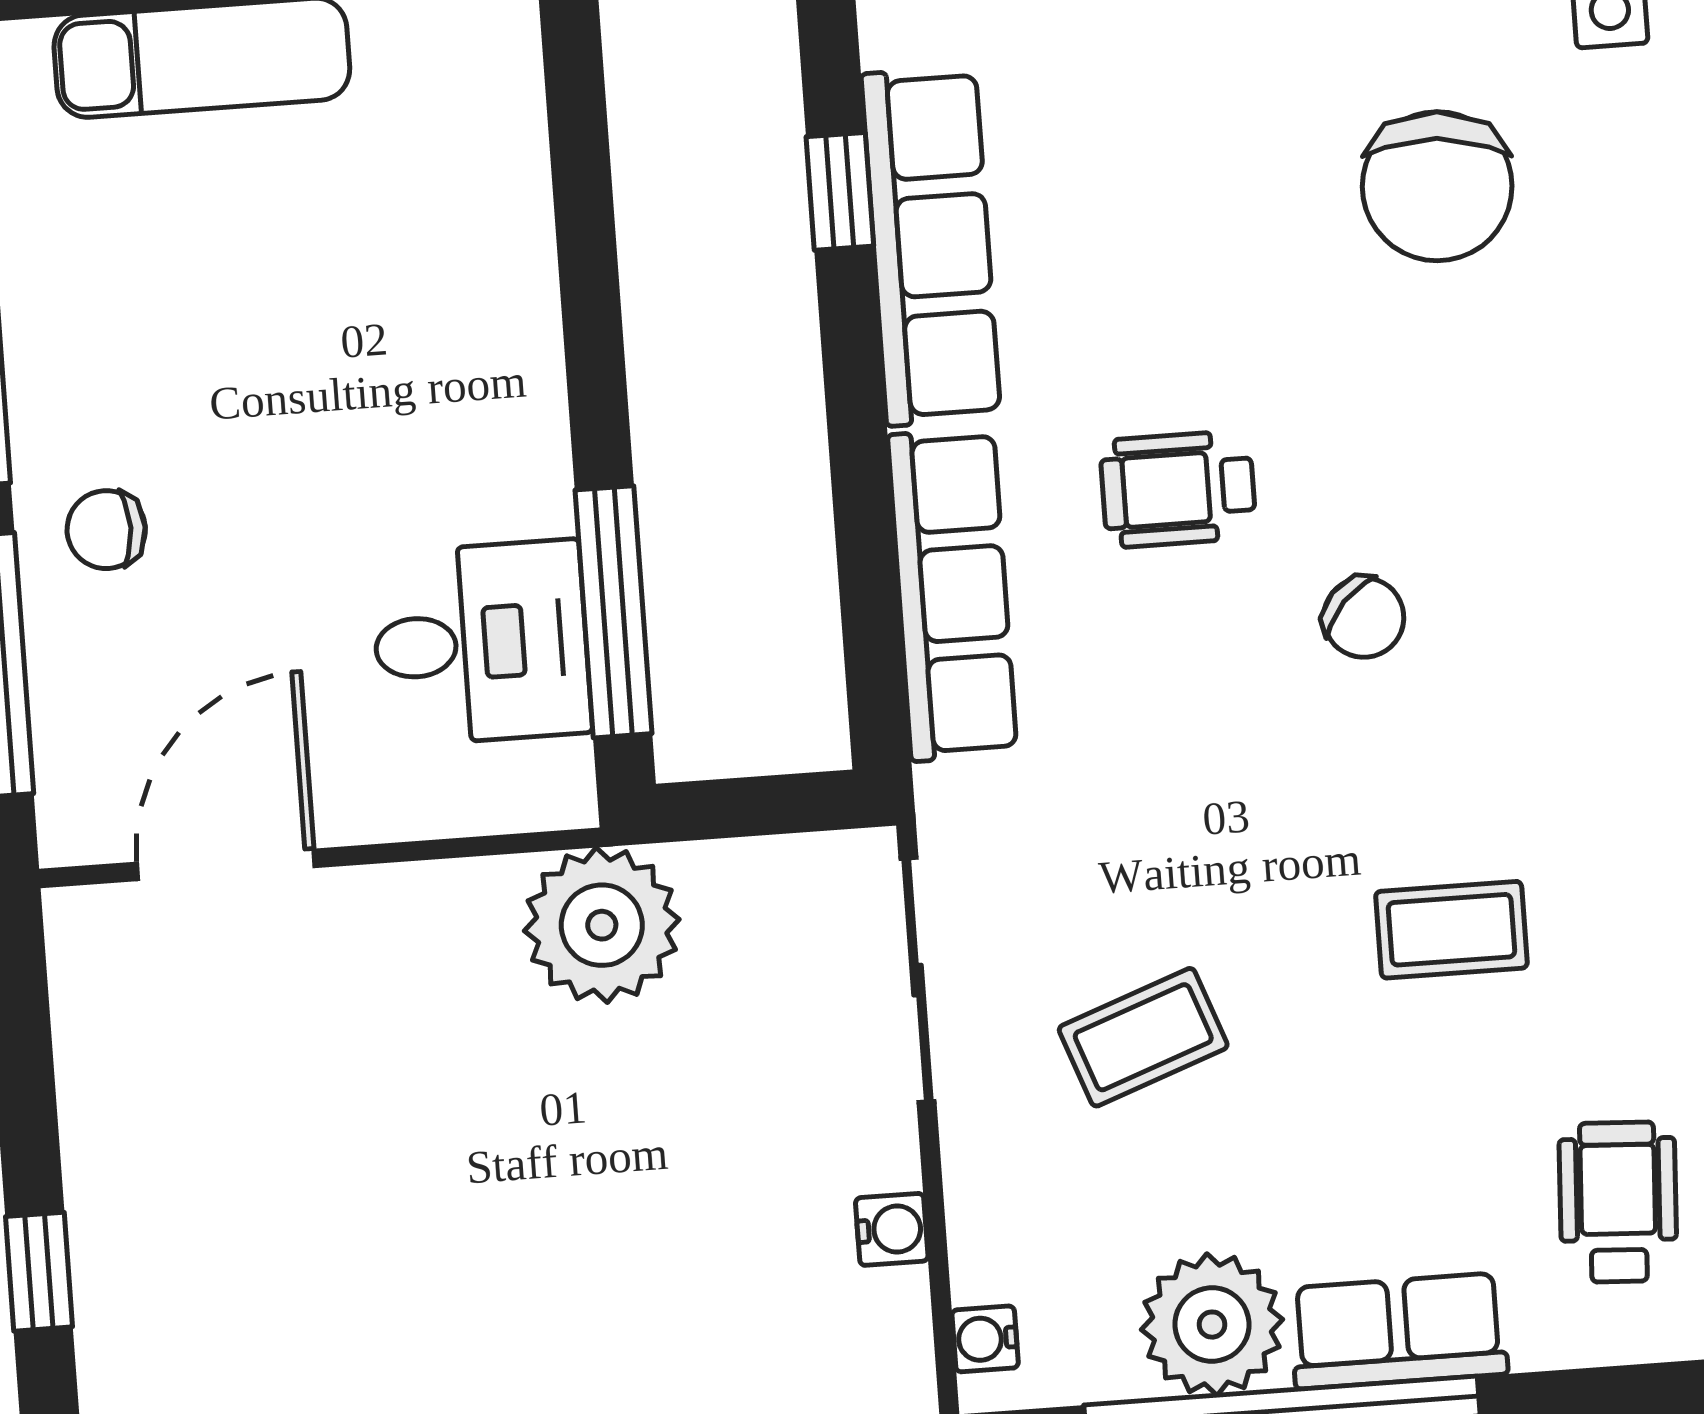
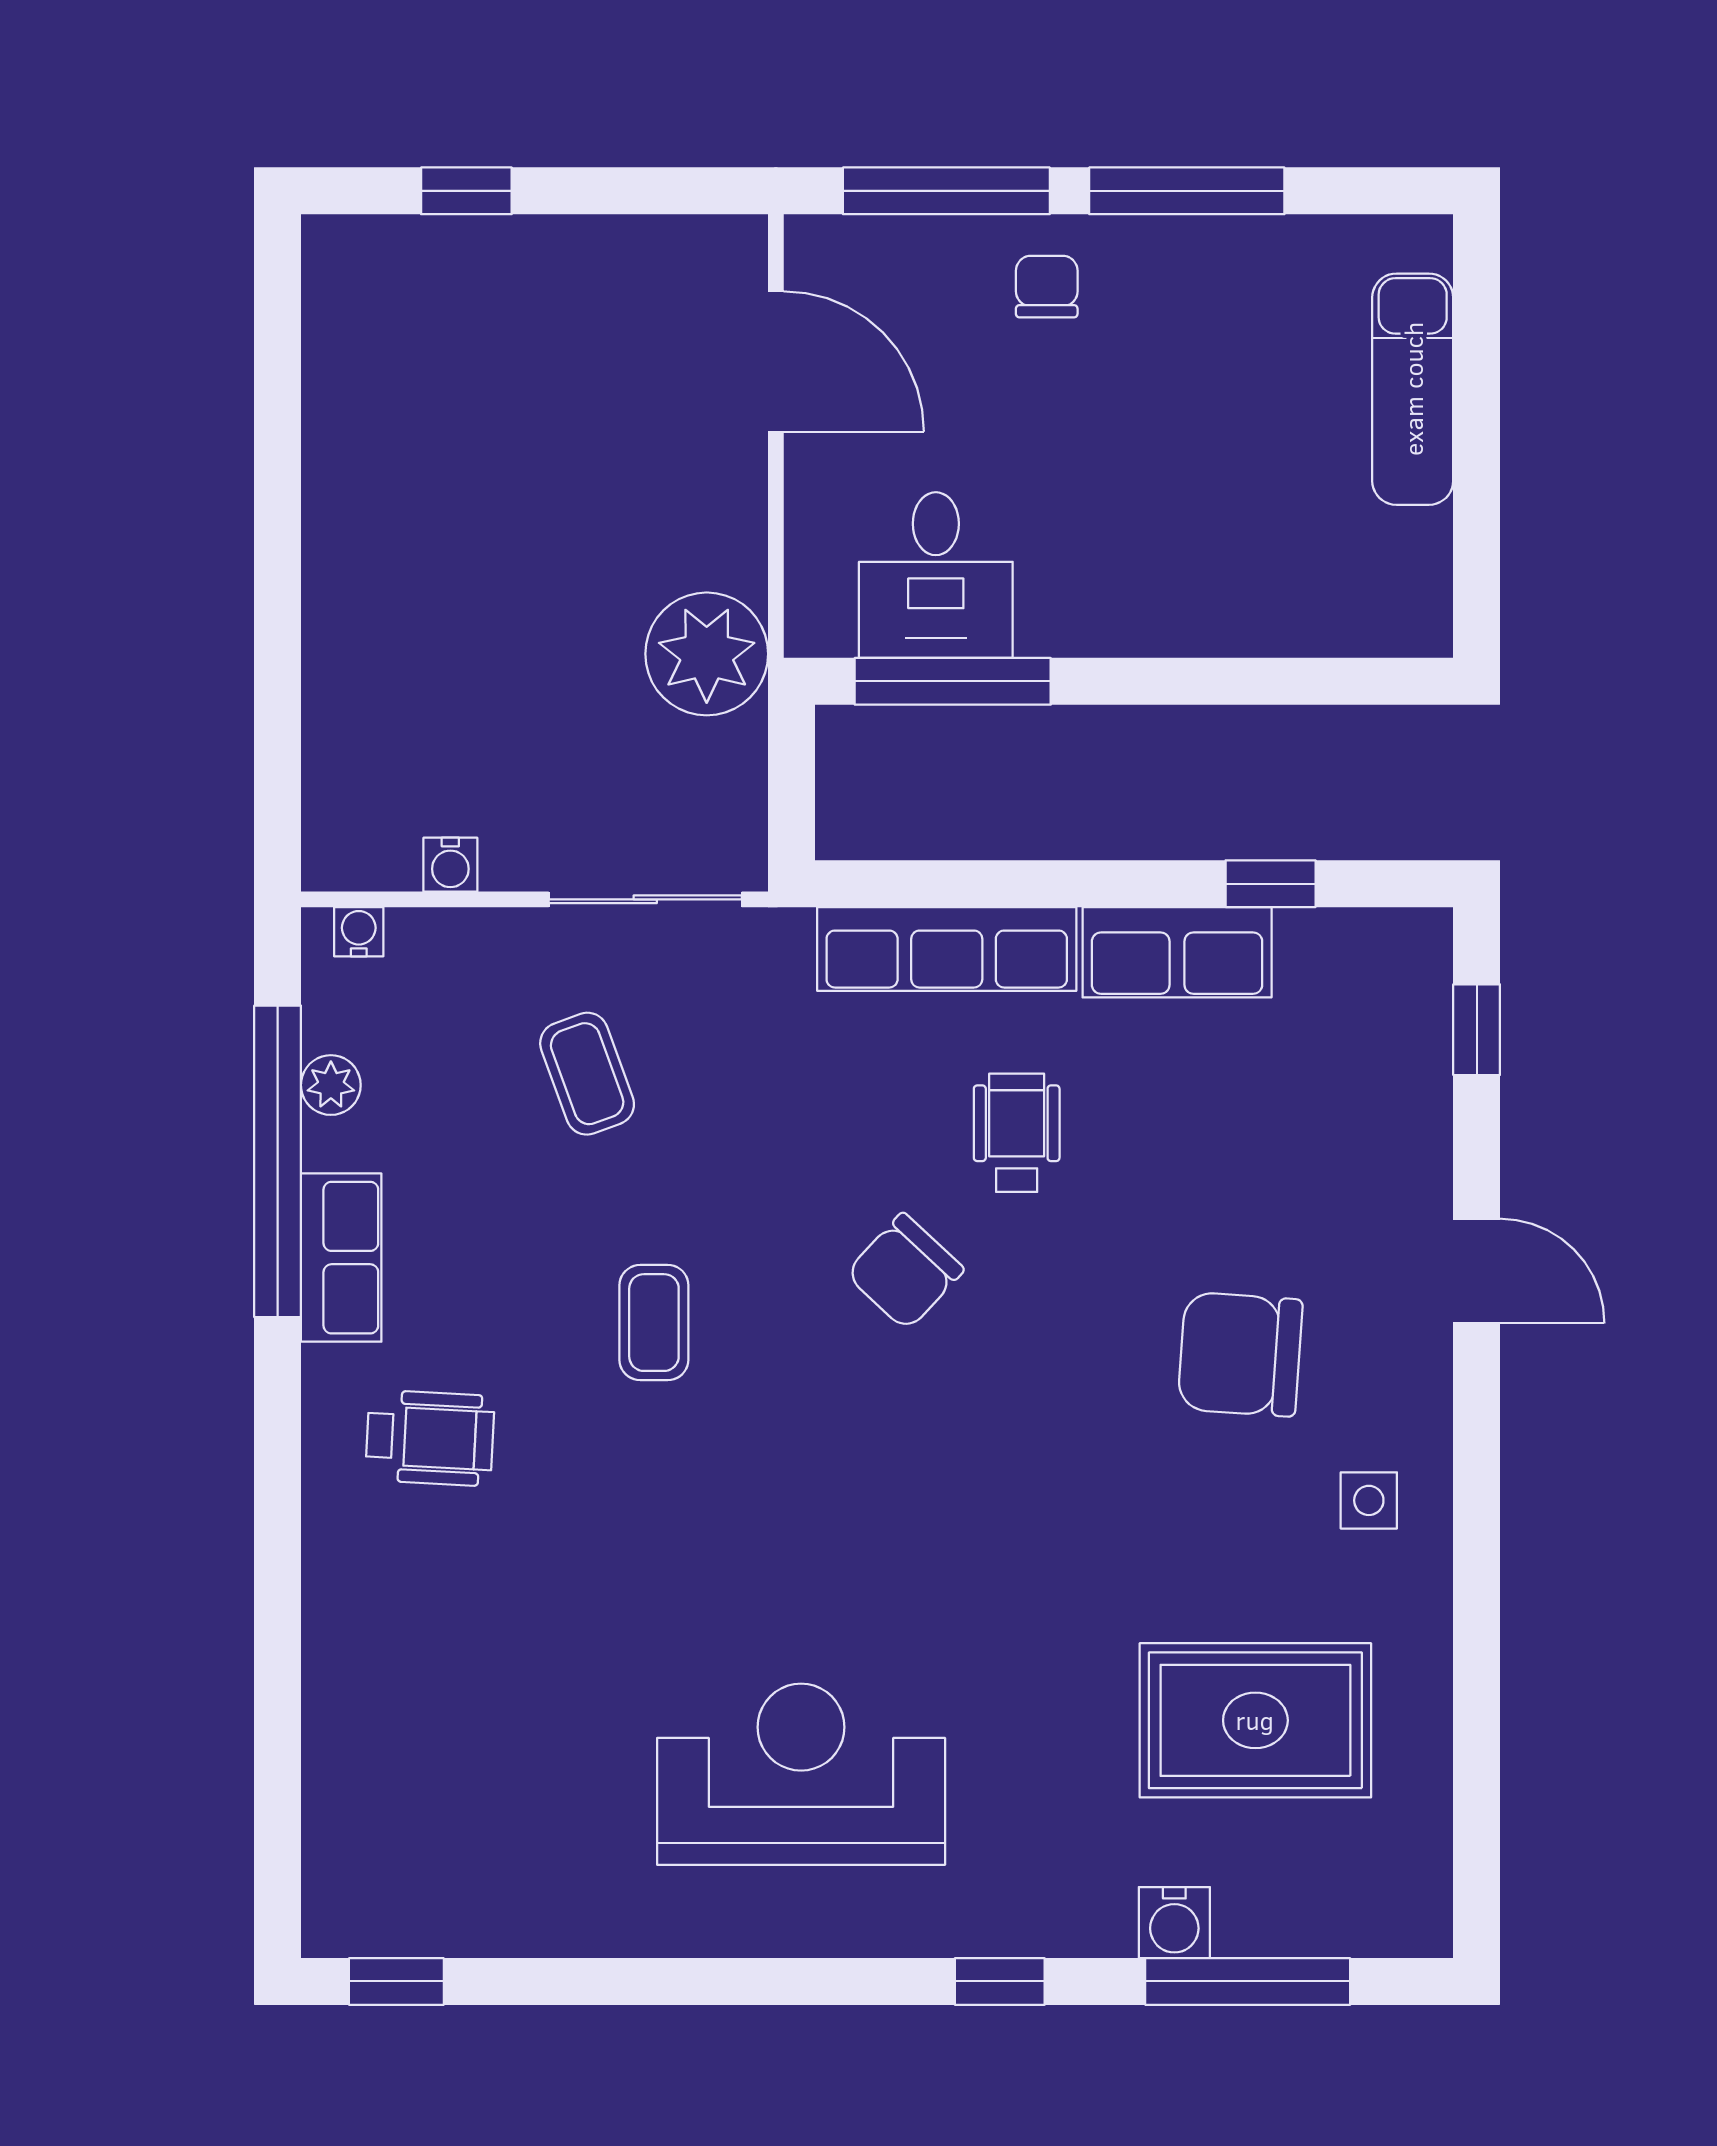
row of seats: (931, 246) -> (1177, 952), width x0.68
chair: (1364, 618) -> (905, 1272), width x1.37, depth x1.37
plant: (1212, 1325) -> (331, 1085), width x0.53, depth x0.53

